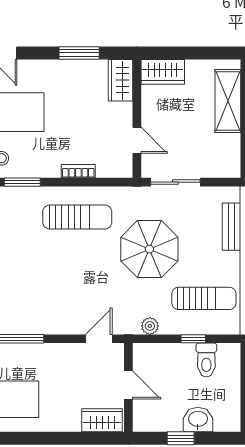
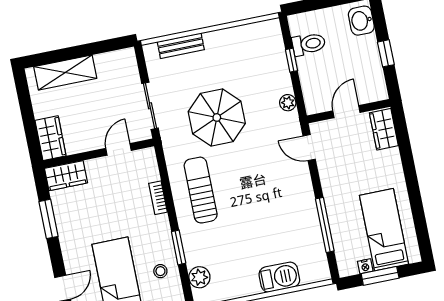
sun lounger: (204, 298) -> (252, 58), removed
washbasin: (198, 420) -> (361, 21), moved

